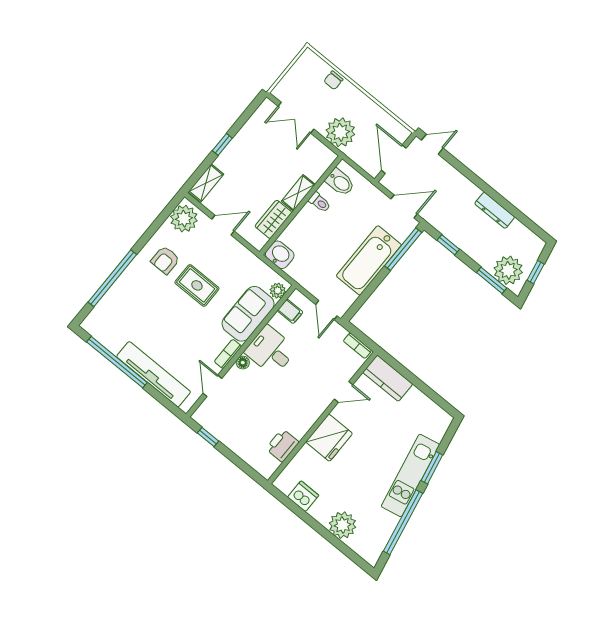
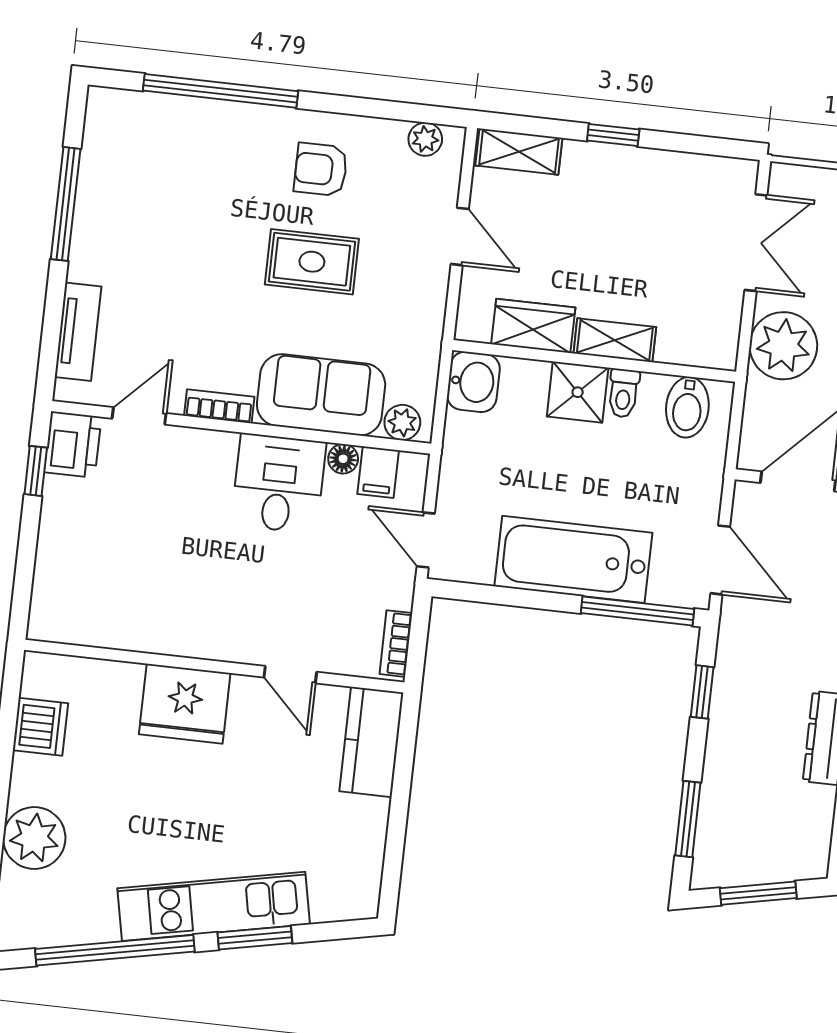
double door: (296, 118) -> (756, 243), swing flipped
plant: (184, 219) -> (425, 139), width x0.53, depth x0.53
shower: (308, 219) -> (578, 392), added
plant: (508, 270) -> (728, 839), removed
window: (536, 272) -> (758, 893), width x1.50
rug: (197, 285) -> (312, 262), turned 90
door: (326, 310) -> (426, 540), hinge flipped
window: (117, 362) -> (66, 204), width x0.68
floor lamp: (243, 363) -> (343, 459), moved
tv unit: (154, 374) -> (78, 332), width x0.52, depth x0.78
printer: (282, 445) -> (73, 445), moved, turned 90

